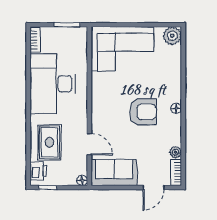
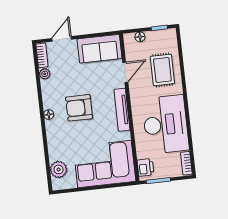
plant: (172, 36) -> (59, 170), moved
tv unit: (97, 105) -> (122, 110), added
door: (89, 144) -> (125, 72), swing flipped
printer: (38, 171) -> (145, 167), moved, turned 180
floor lamp: (82, 180) -> (140, 37), moved

